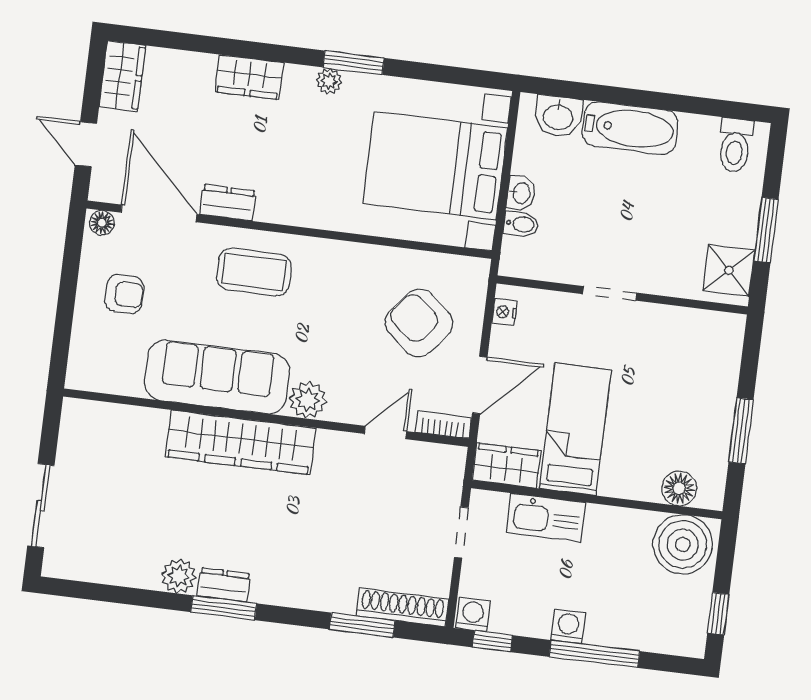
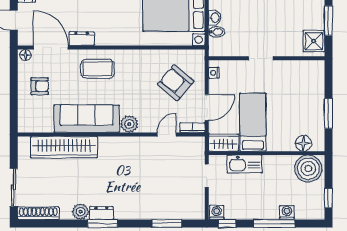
wardrobe: (240, 442) -> (64, 147), moved
shoe rack: (402, 607) -> (38, 213), moved
washing machine: (568, 626) -> (287, 212), moved

